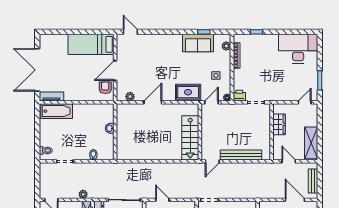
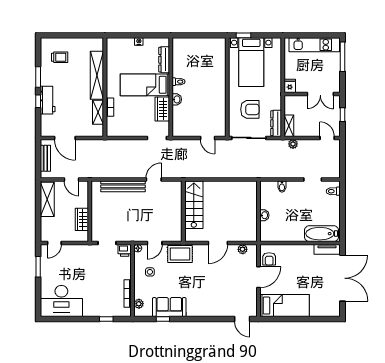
wall: (200, 132) -> (183, 211), moved
stairs: (190, 138) -> (194, 205), moved

